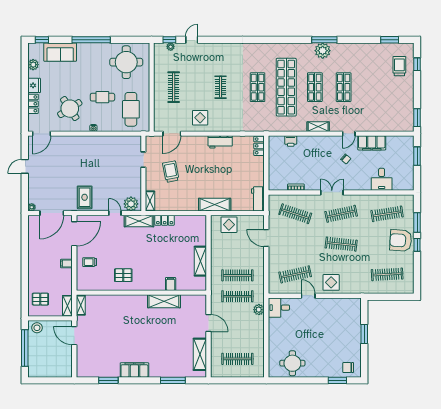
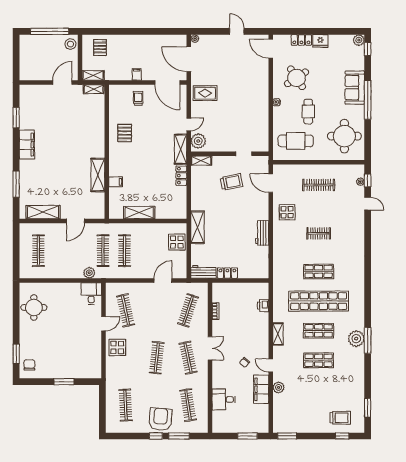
sofa: (60, 52) -> (355, 88), moved
plant: (33, 65) -> (359, 40), moved
plant: (370, 126) -> (279, 387), added
locker: (259, 146) -> (227, 273), moved

